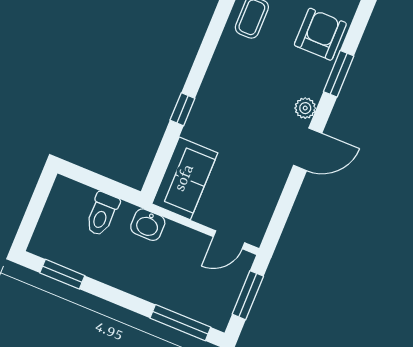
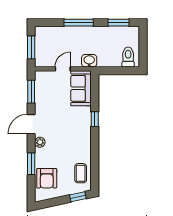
window: (282, 211) -> (31, 92), added
toilet: (102, 214) -> (128, 57), moved
door: (229, 240) -> (63, 69), moved
window: (180, 323) -> (79, 23), moved

